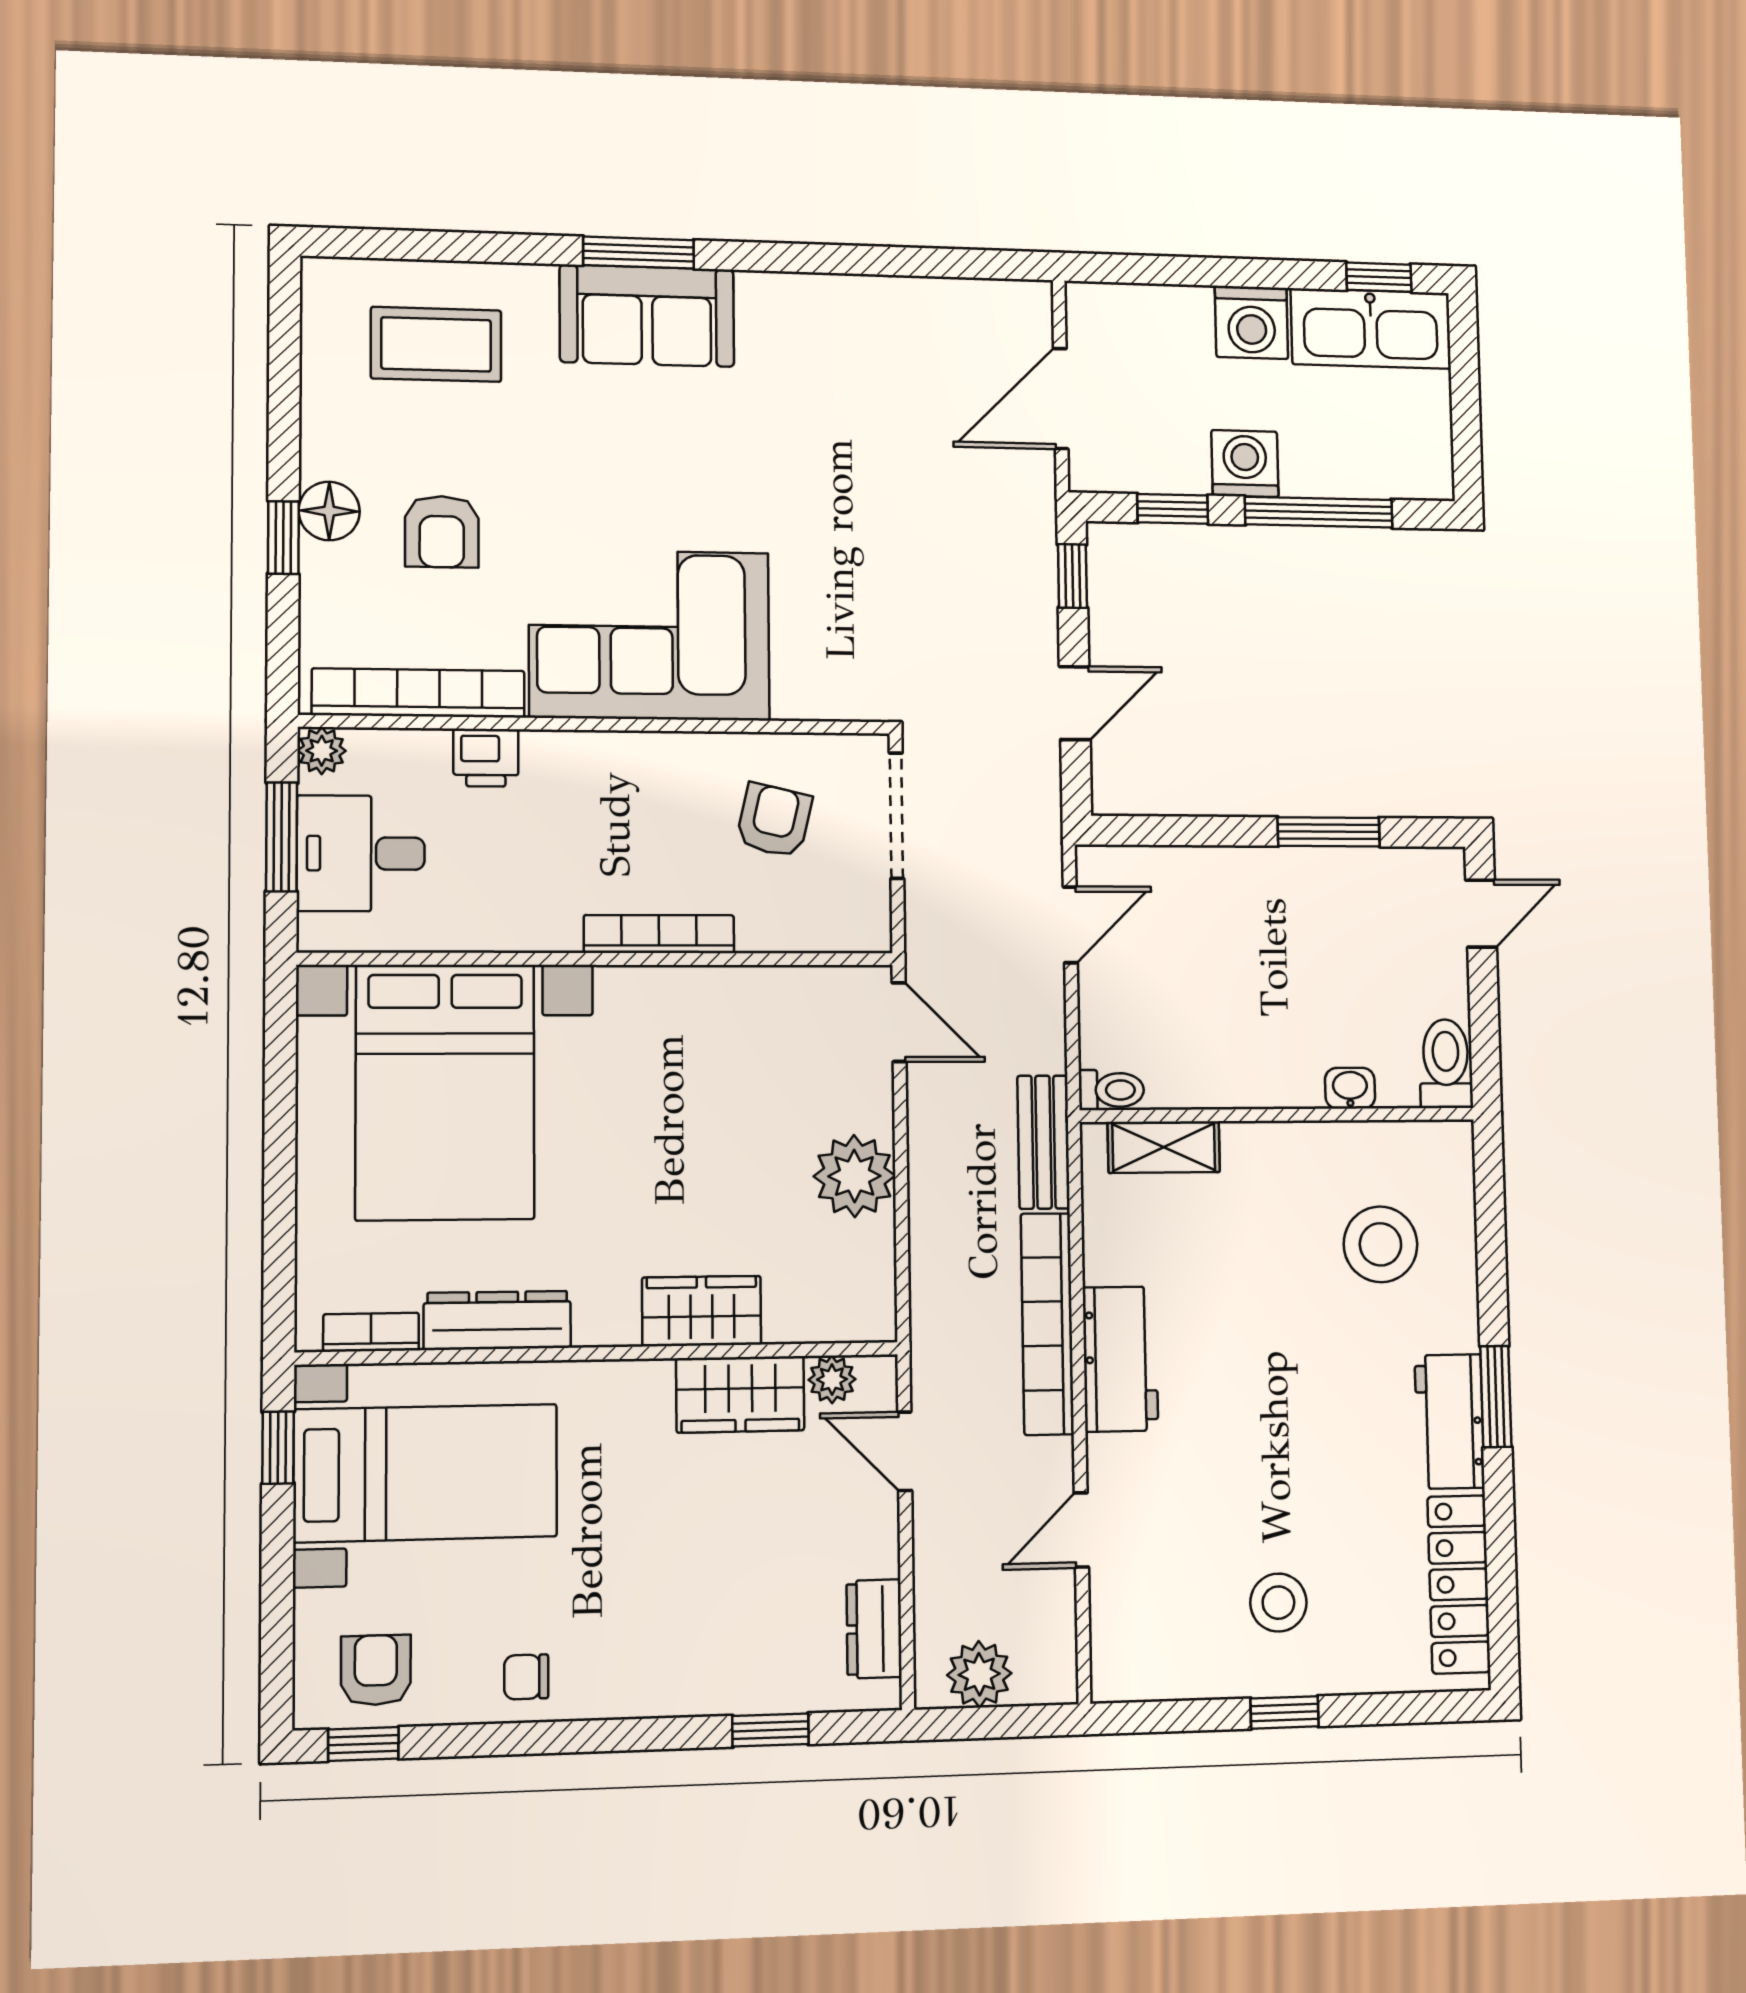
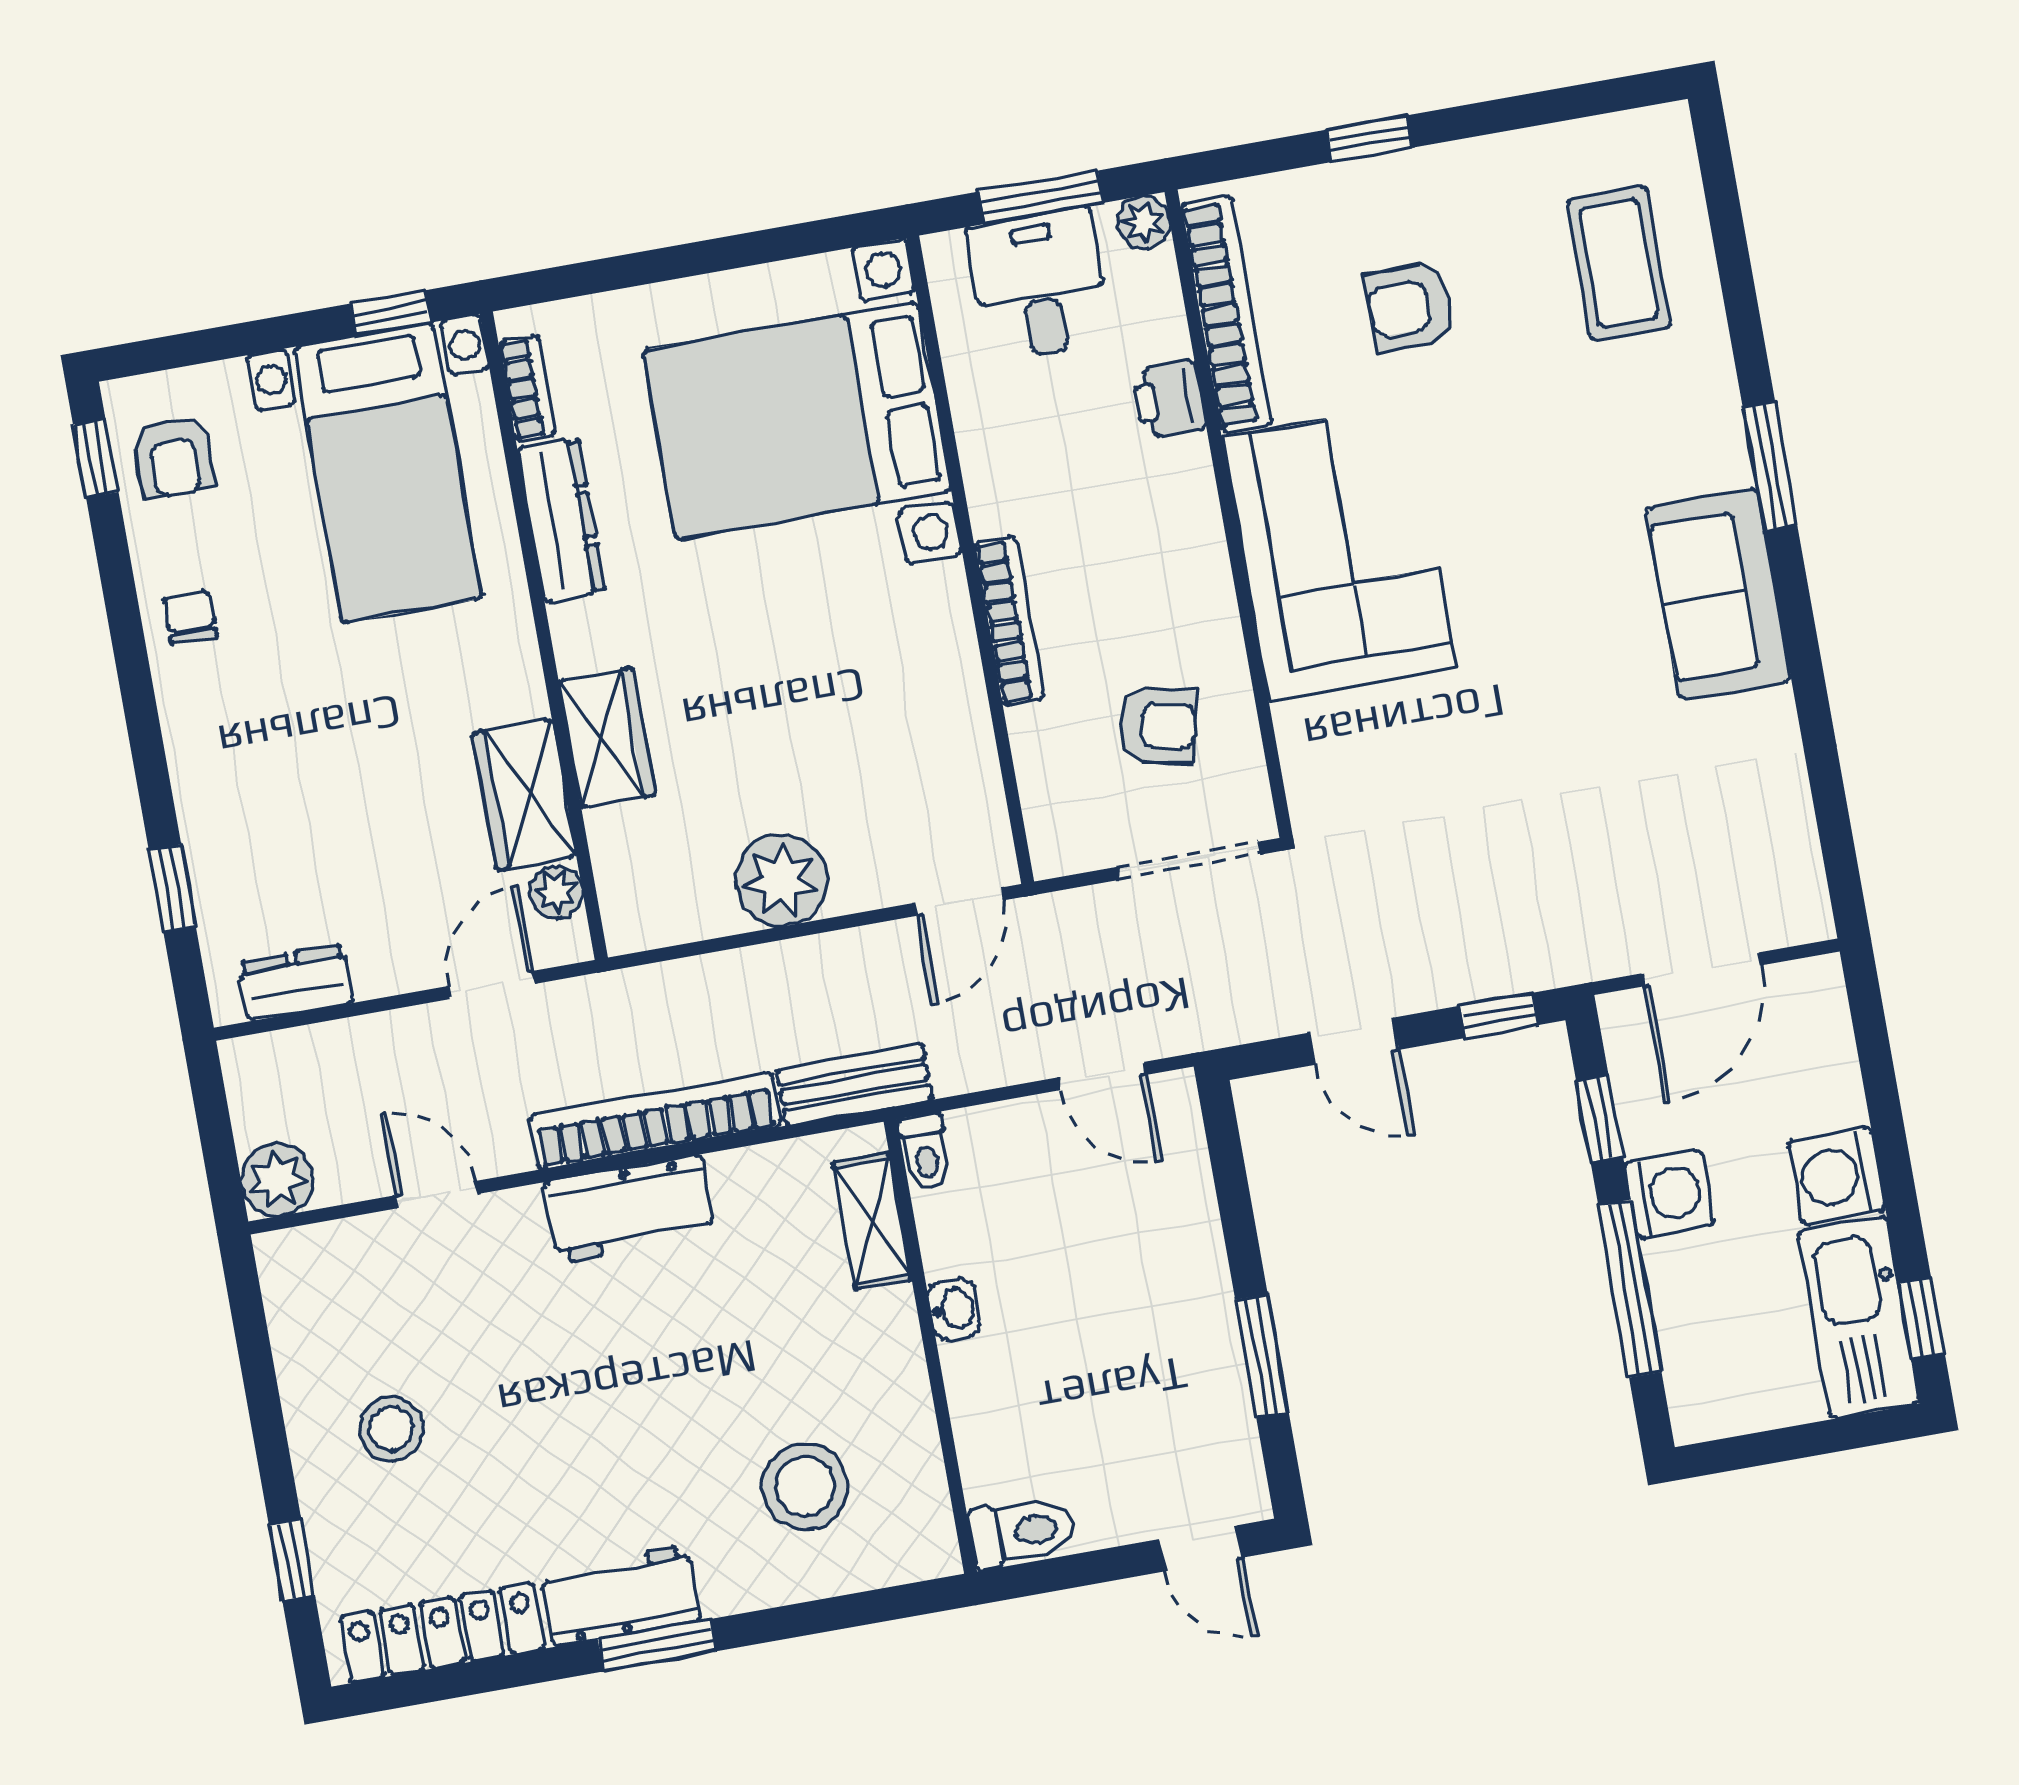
sofa: (647, 316) -> (1719, 595), moved
door: (1061, 399) -> (1701, 969), swing flipped
floor lamp: (329, 511) -> (1409, 182), removed
washbasin: (1350, 1088) -> (954, 1309), moved
armchair: (376, 1670) -> (174, 458), turned 90
plant: (979, 1674) -> (278, 1180), moved
window: (1285, 1712) -> (292, 1560), moved

